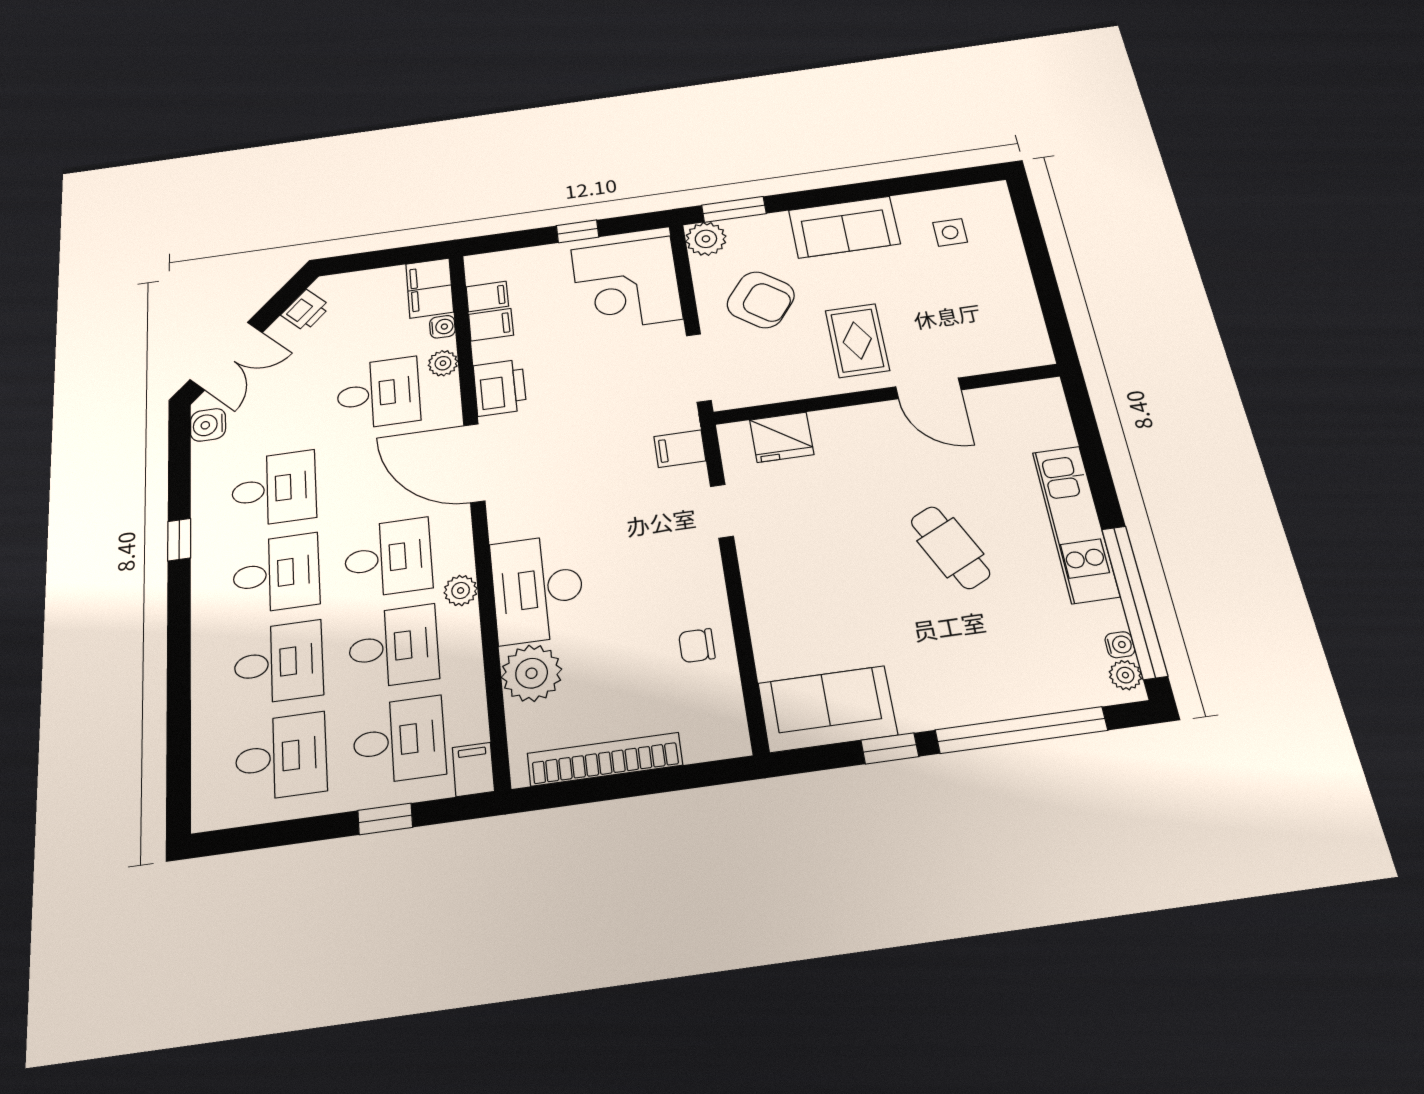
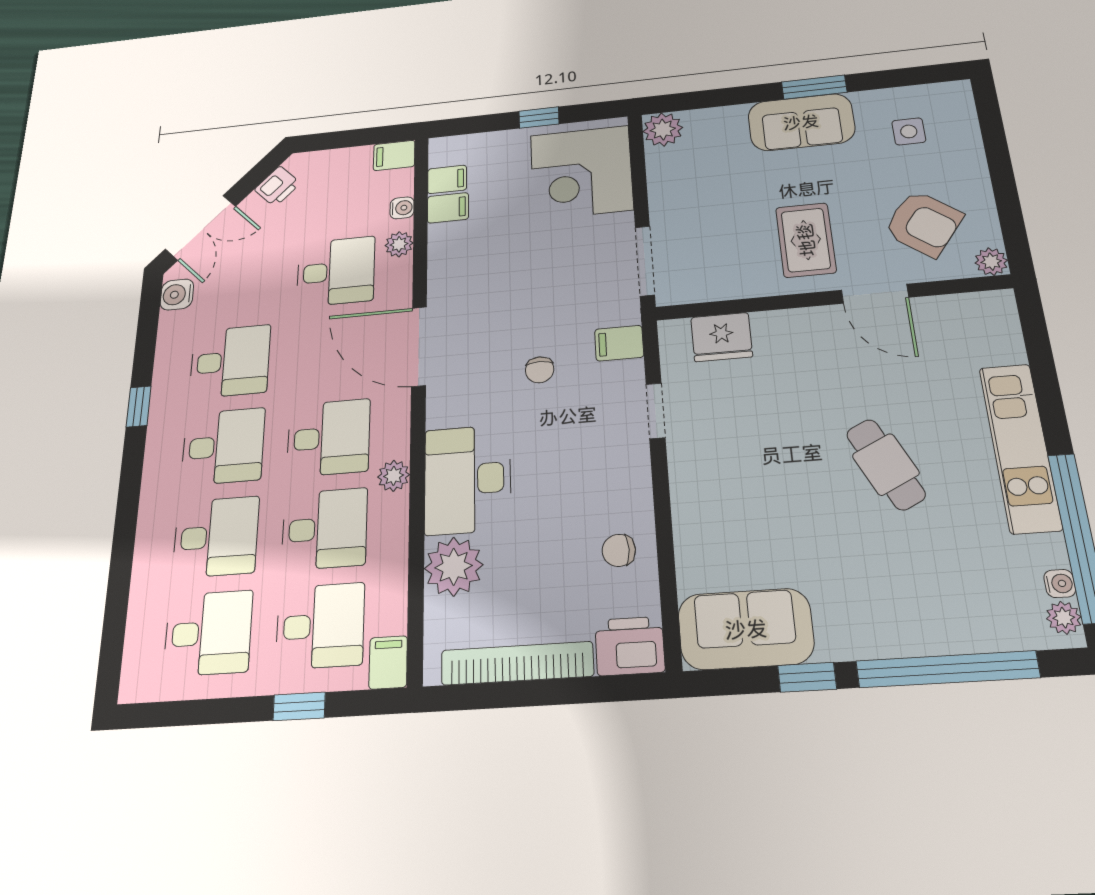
window: (734, 209) -> (814, 87), moved
filing cabinet: (430, 288) -> (394, 155), width x0.50
armchair: (761, 300) -> (923, 223), moved
plant: (1037, 353) -> (991, 262), added
printer: (500, 388) -> (630, 646), moved, turned -90
chair: (601, 479) -> (540, 370), added

